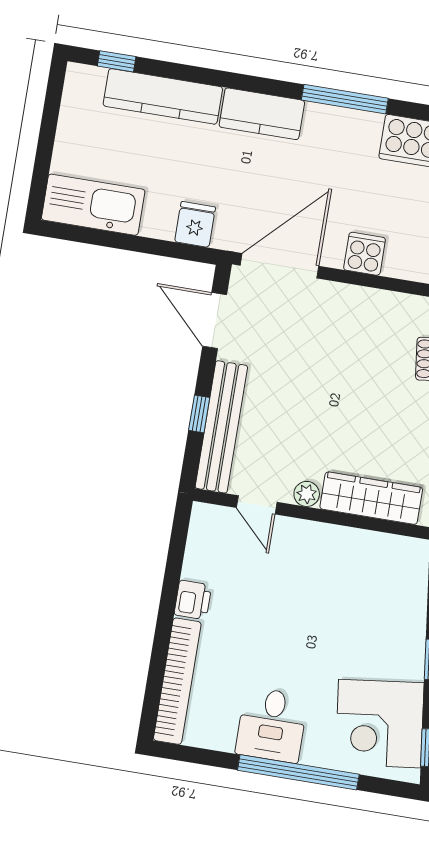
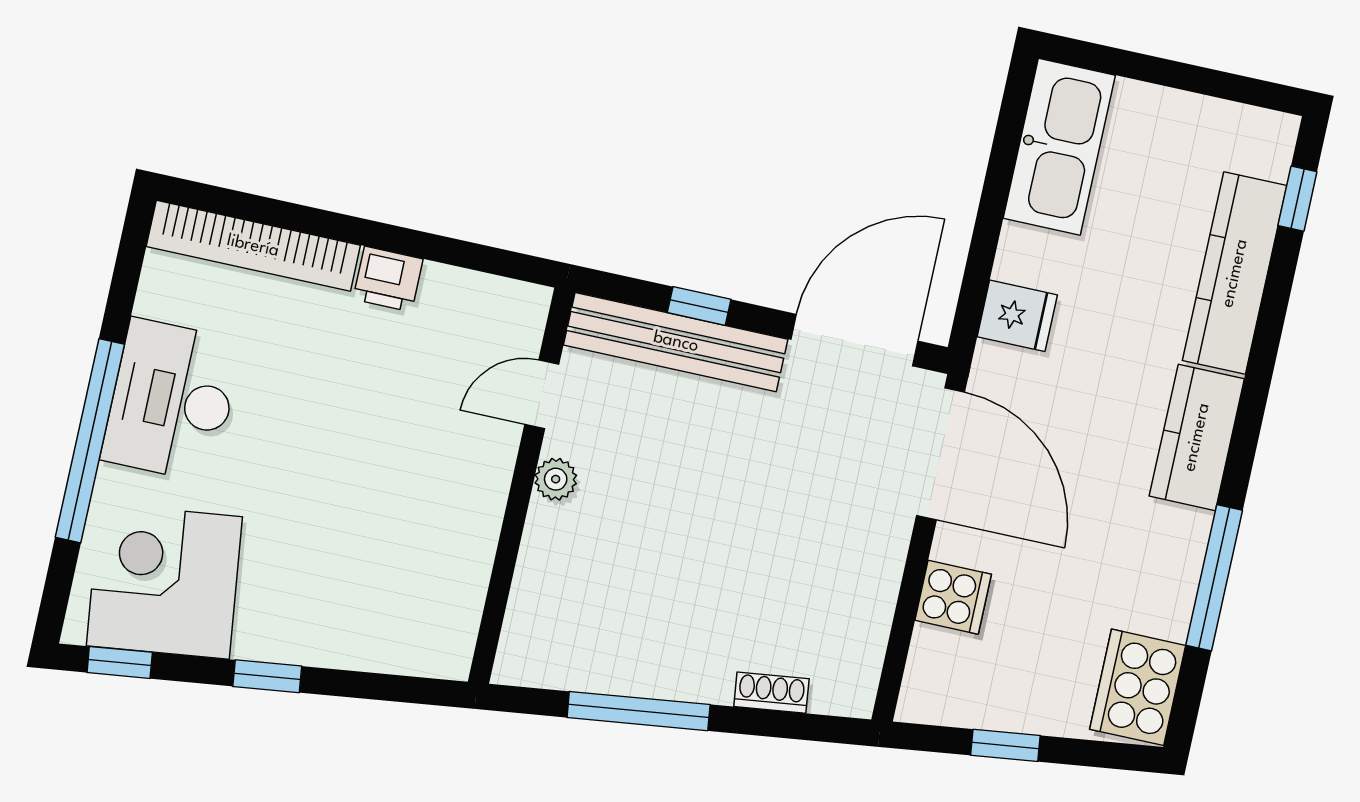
door: (215, 320) -> (854, 340), width x1.36
wardrobe: (371, 498) -> (543, 587), removed
desk: (272, 725) -> (172, 400), width x1.37

